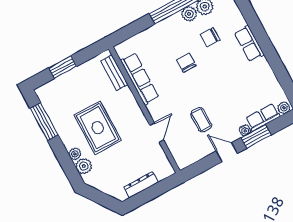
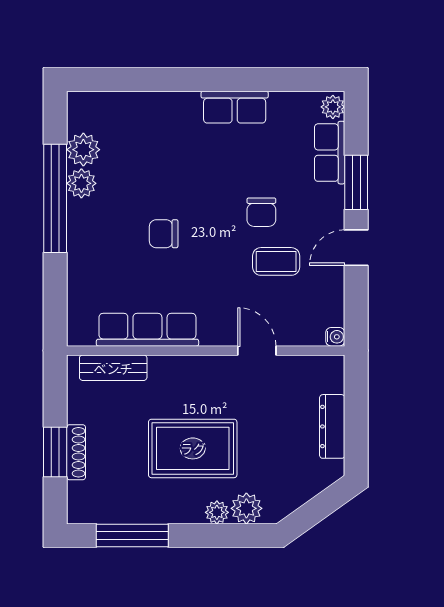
chair: (210, 37) -> (261, 212), moved
row of seats: (249, 44) -> (235, 107), moved
shoe rack: (68, 76) -> (76, 452), added
water cooler: (245, 130) -> (335, 337), moved

